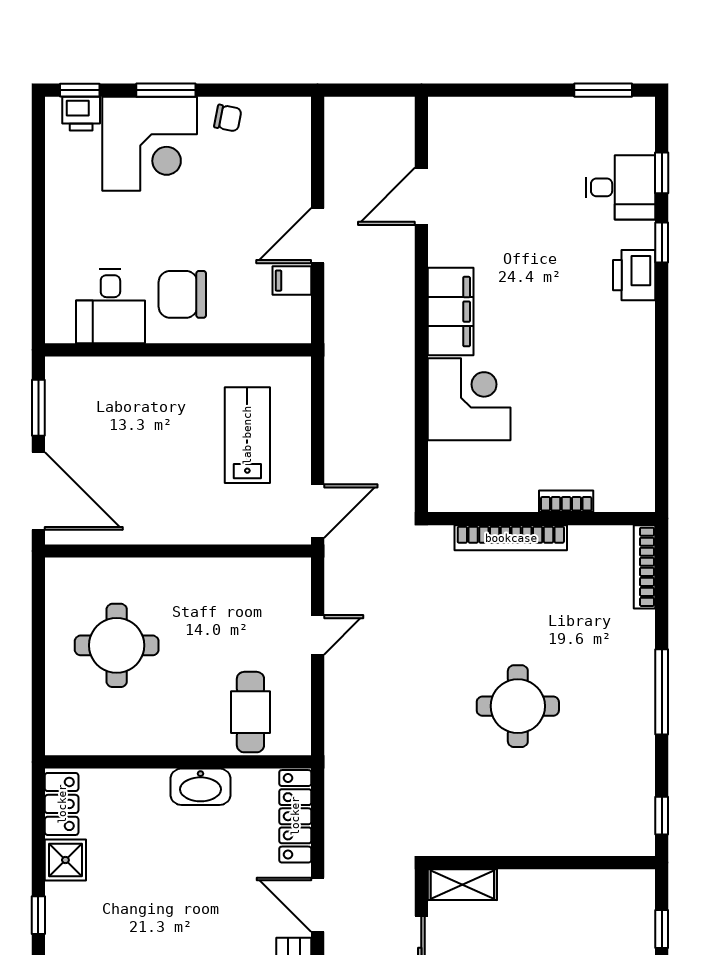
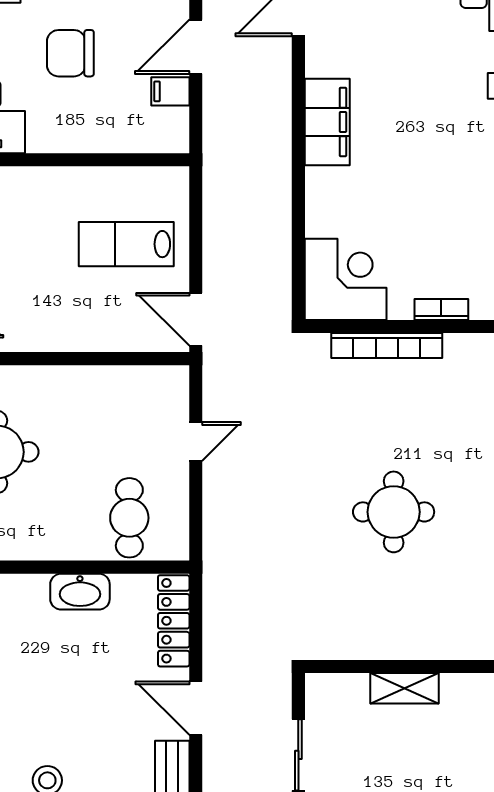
chair: (182, 294) -> (70, 53), moved
corner desk: (469, 399) -> (346, 279), moved
lab bench: (247, 435) -> (126, 244), turned -90
door: (318, 511) -> (196, 319), swing flipped
shelving: (462, 885) -> (404, 688), moved

